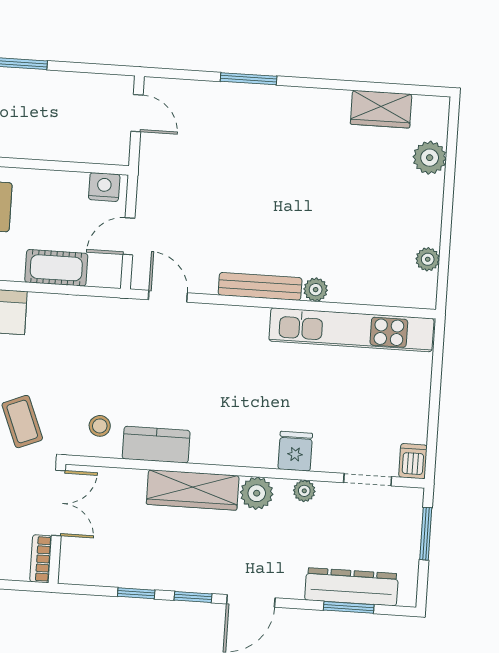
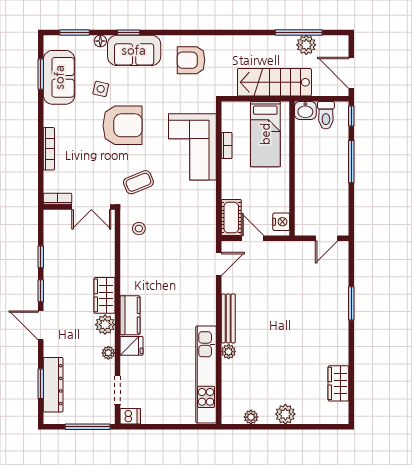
plant: (430, 158) -> (285, 414), moved
cot: (56, 268) -> (231, 218), moved
kitchen counter: (156, 445) -> (130, 315), moved
wardrobe: (193, 490) -> (104, 295), width x0.67
window: (426, 534) -> (88, 427), width x1.44

